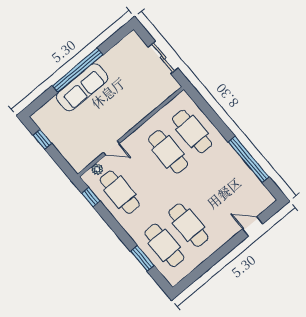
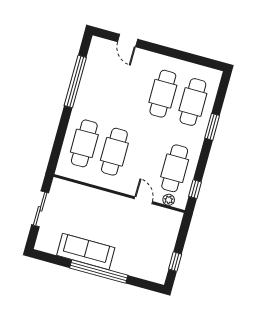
sofa: (82, 87) -> (86, 252), moved
window: (142, 258) -> (212, 127), moved

